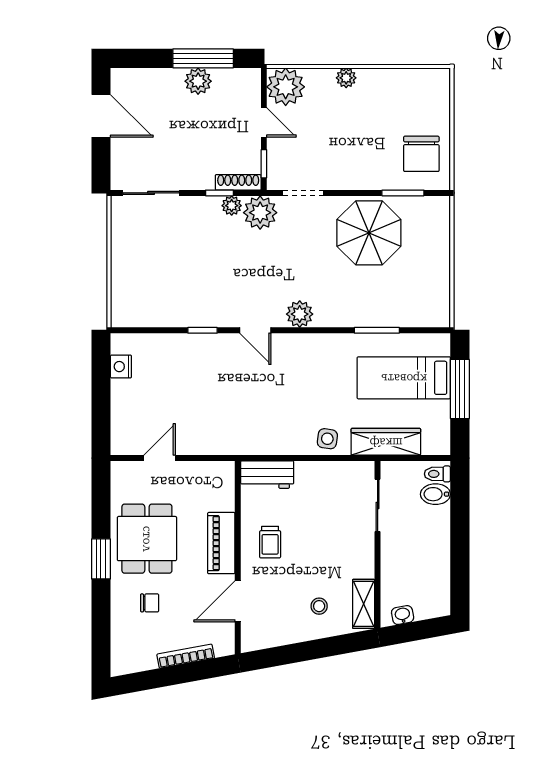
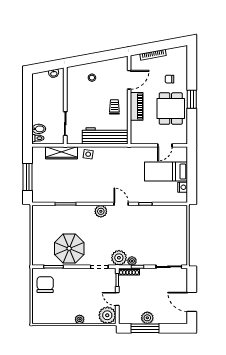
bed: (404, 378) -> (166, 172), moved, turned 180
workbench: (267, 475) -> (105, 136), width x1.88, depth x1.32
shelving: (364, 604) -> (72, 79), removed

